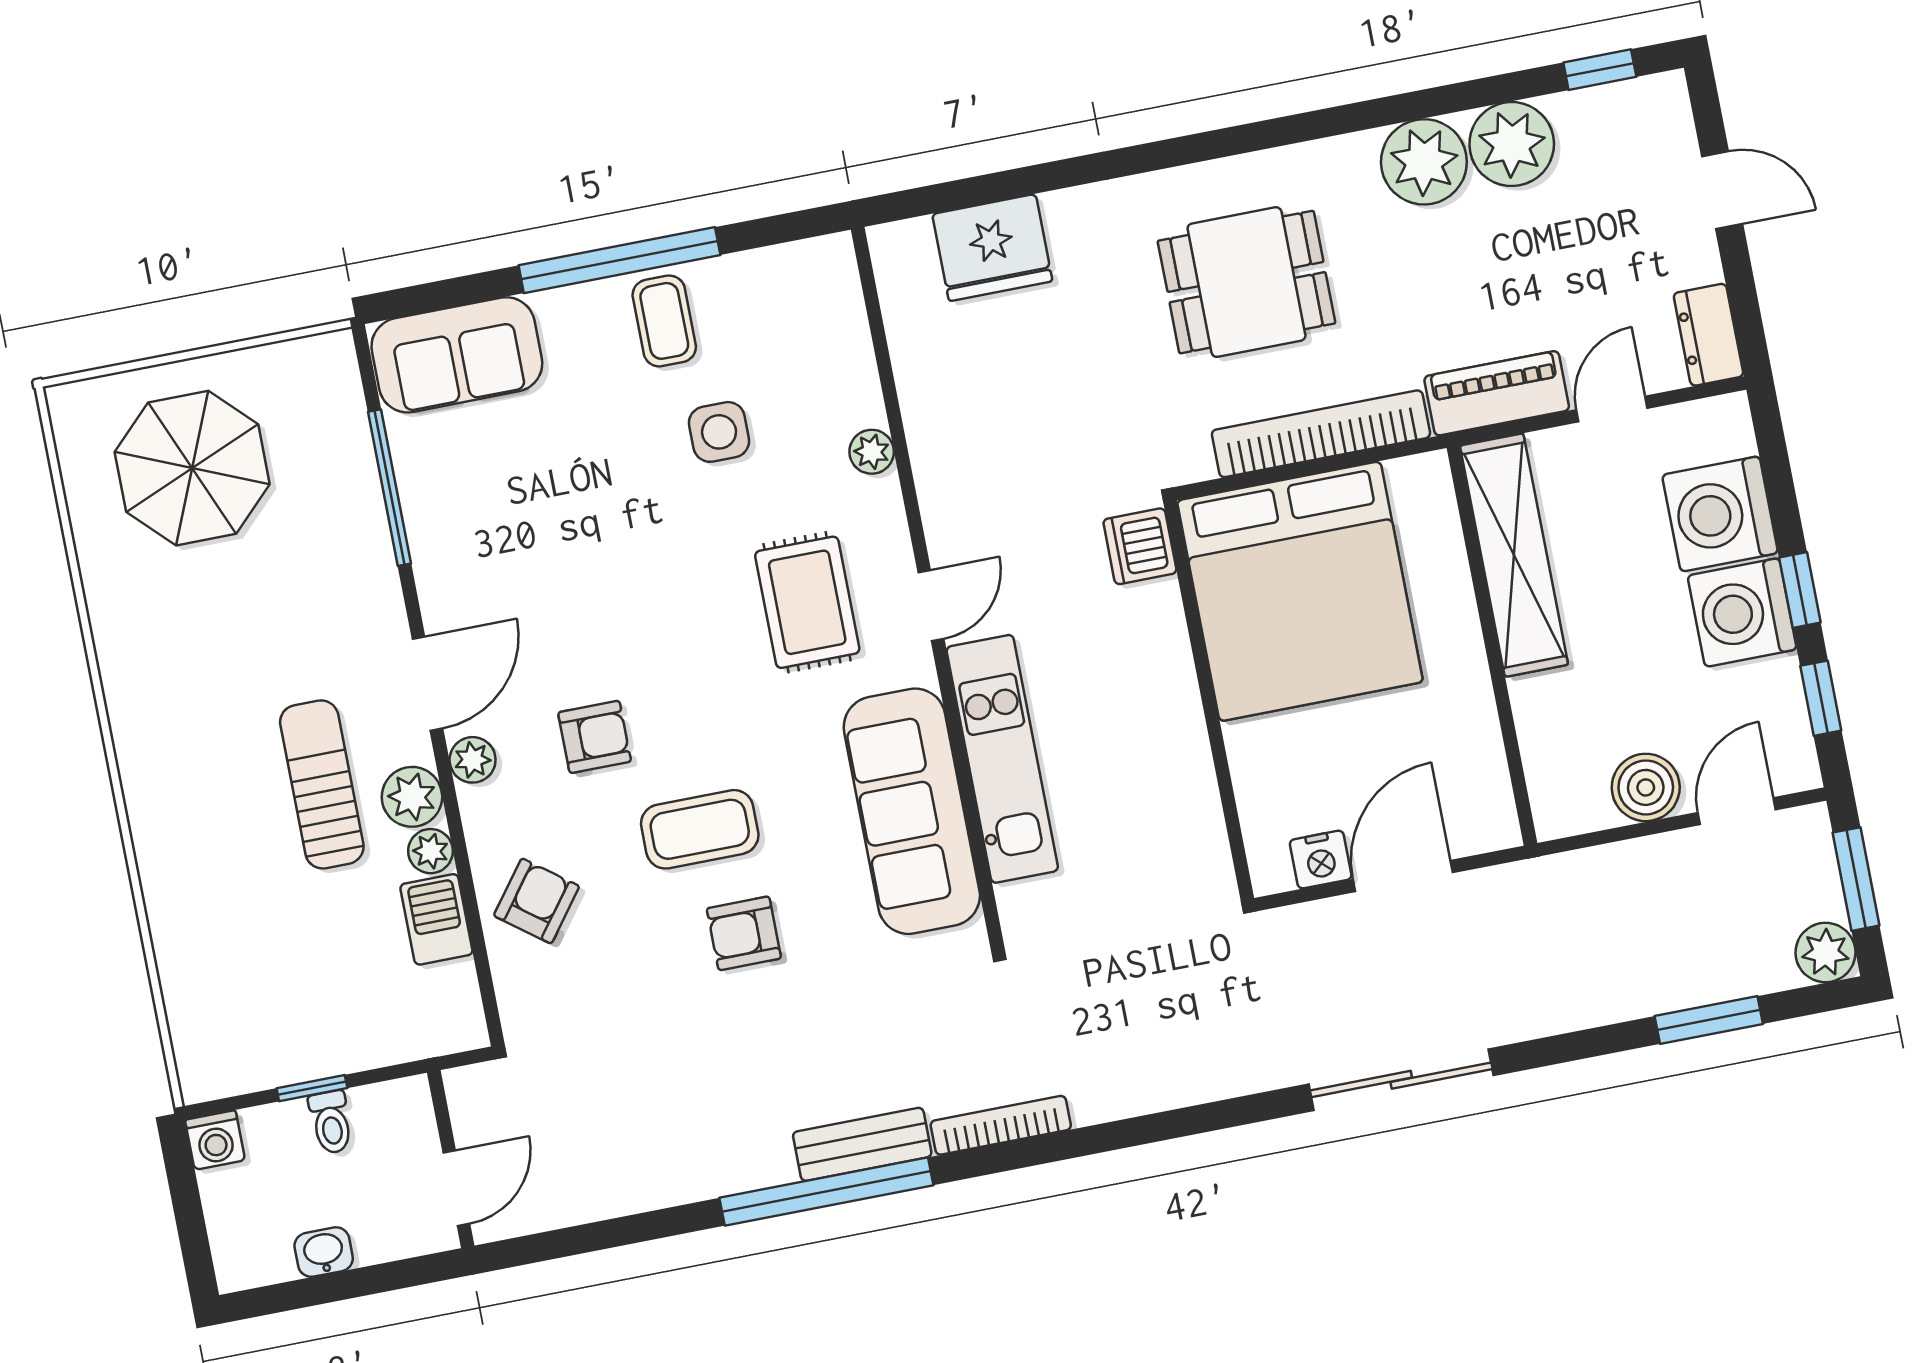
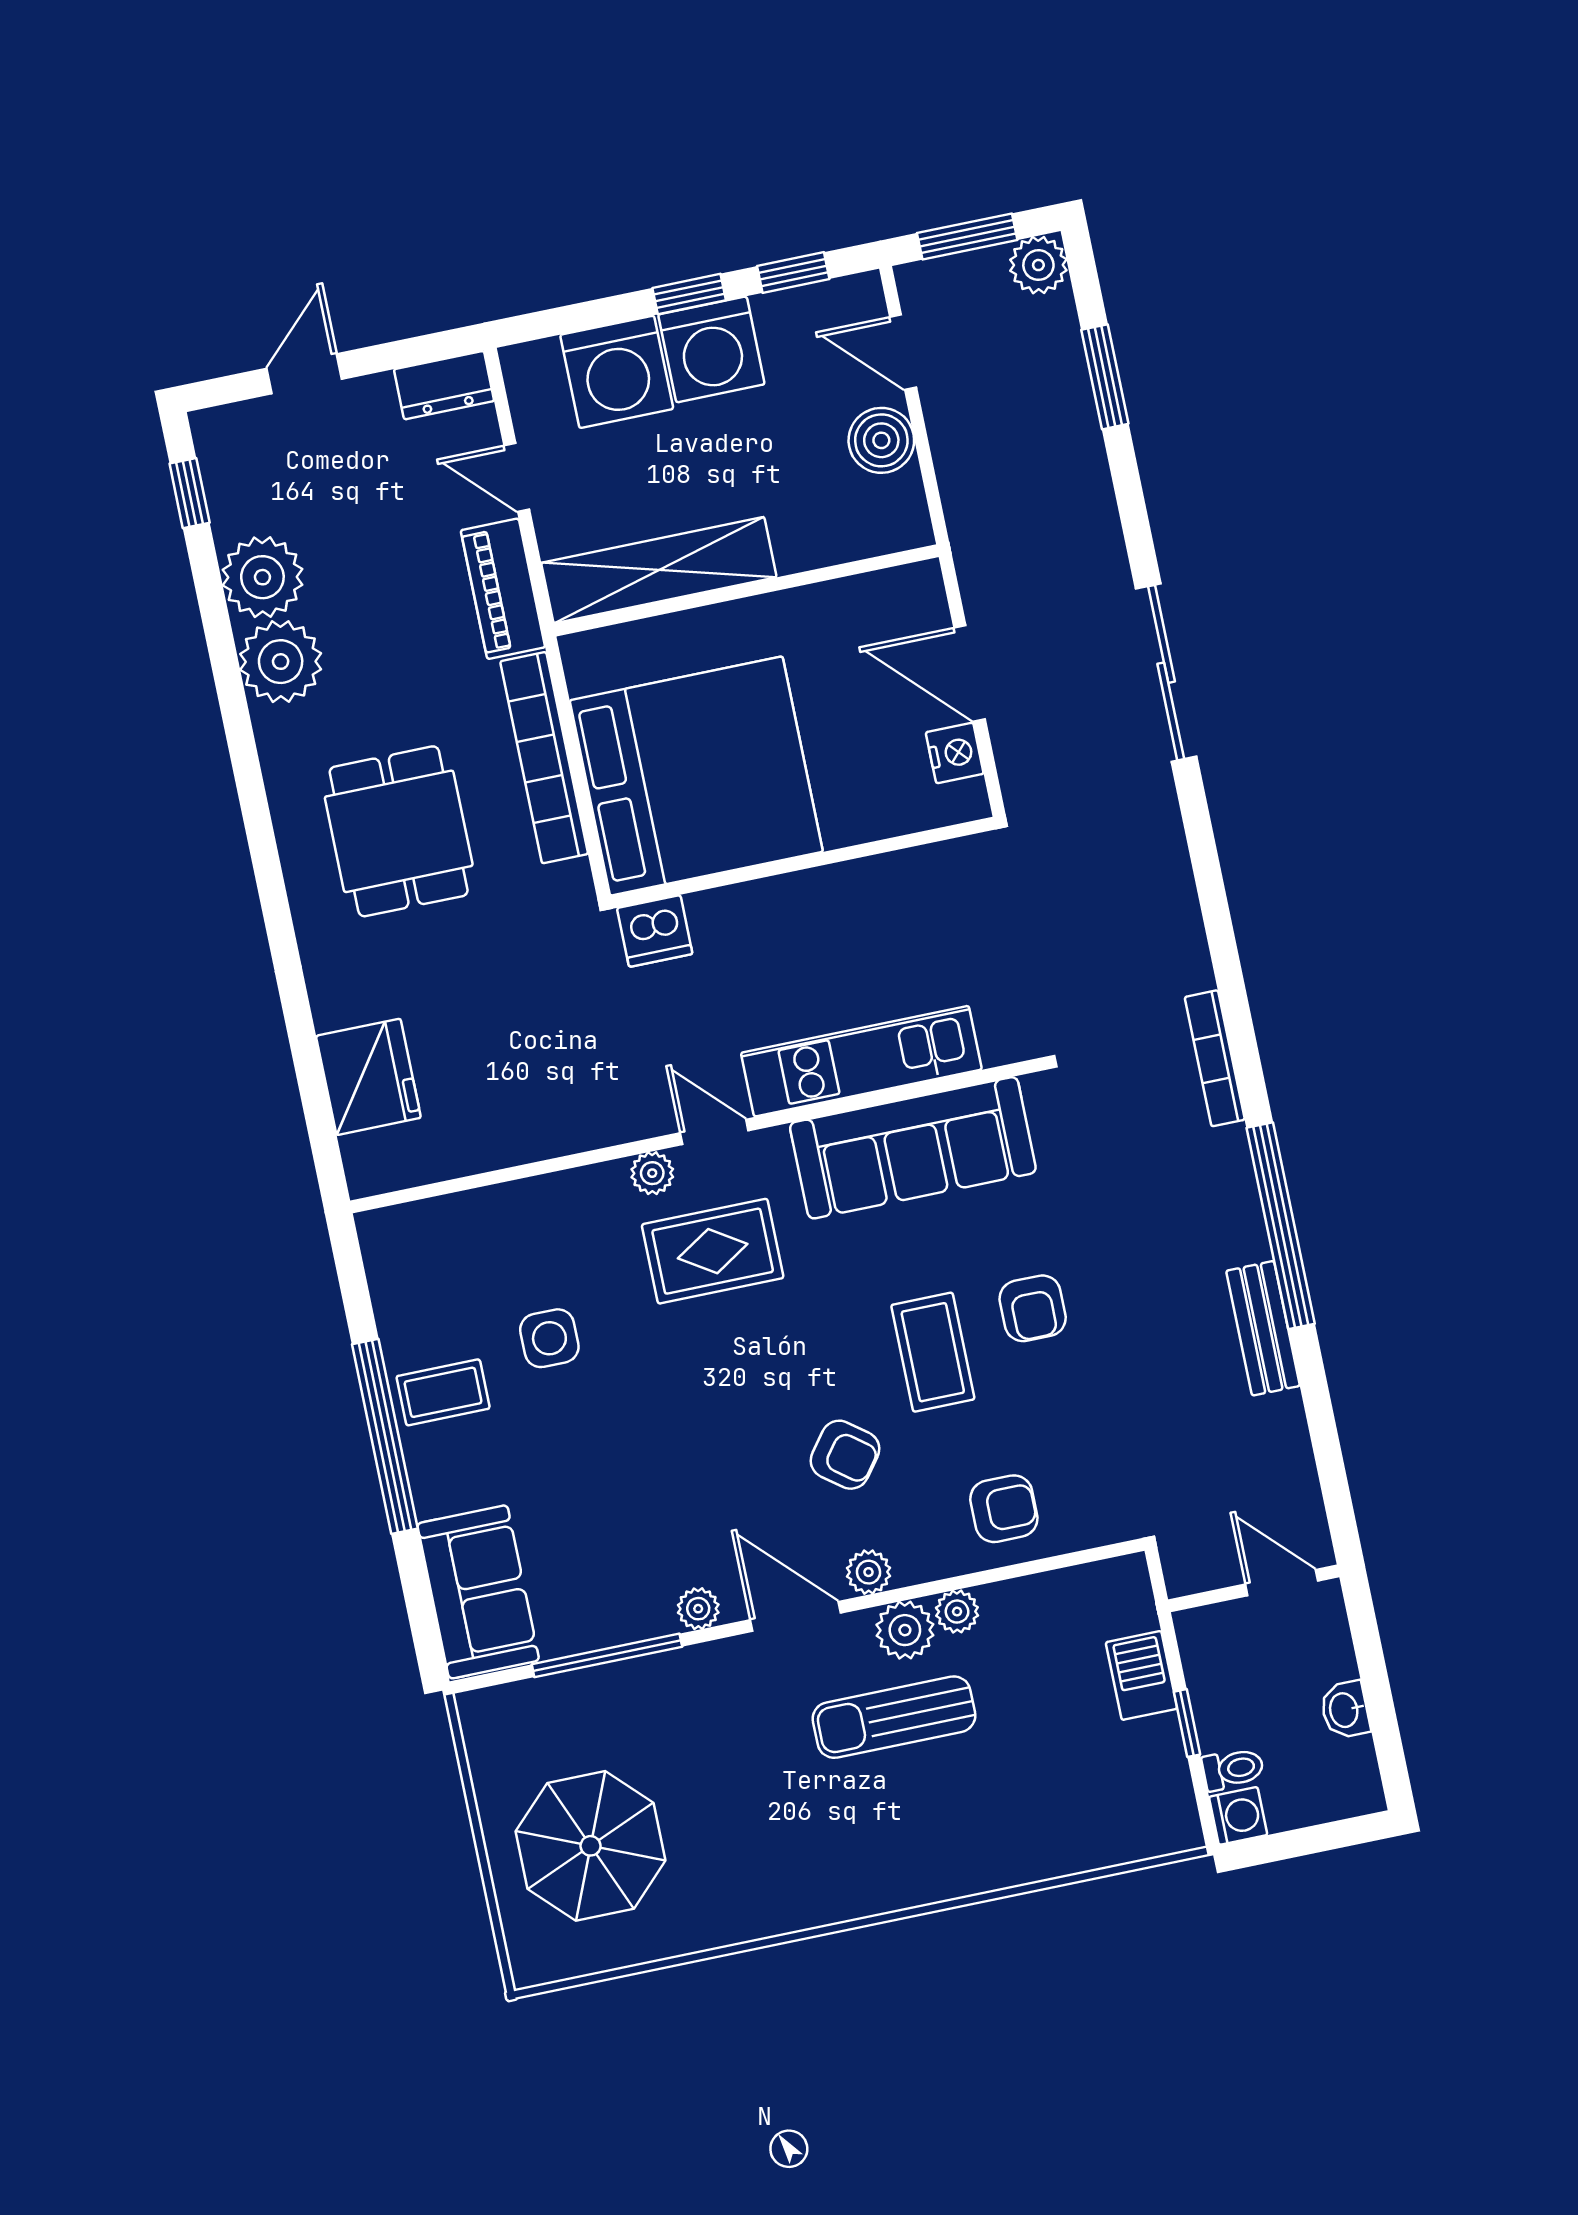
plant: (872, 452) -> (652, 1173), moved
plant: (437, 583) -> (698, 1609), added
armchair: (595, 737) -> (845, 1455), turned 127
armchair: (537, 901) -> (1004, 1509), turned 143
barbecue: (436, 919) -> (1141, 1675), moved, turned 90
toilet: (331, 1122) -> (1233, 1769), moved
bench: (862, 1144) -> (1263, 1328), moved

